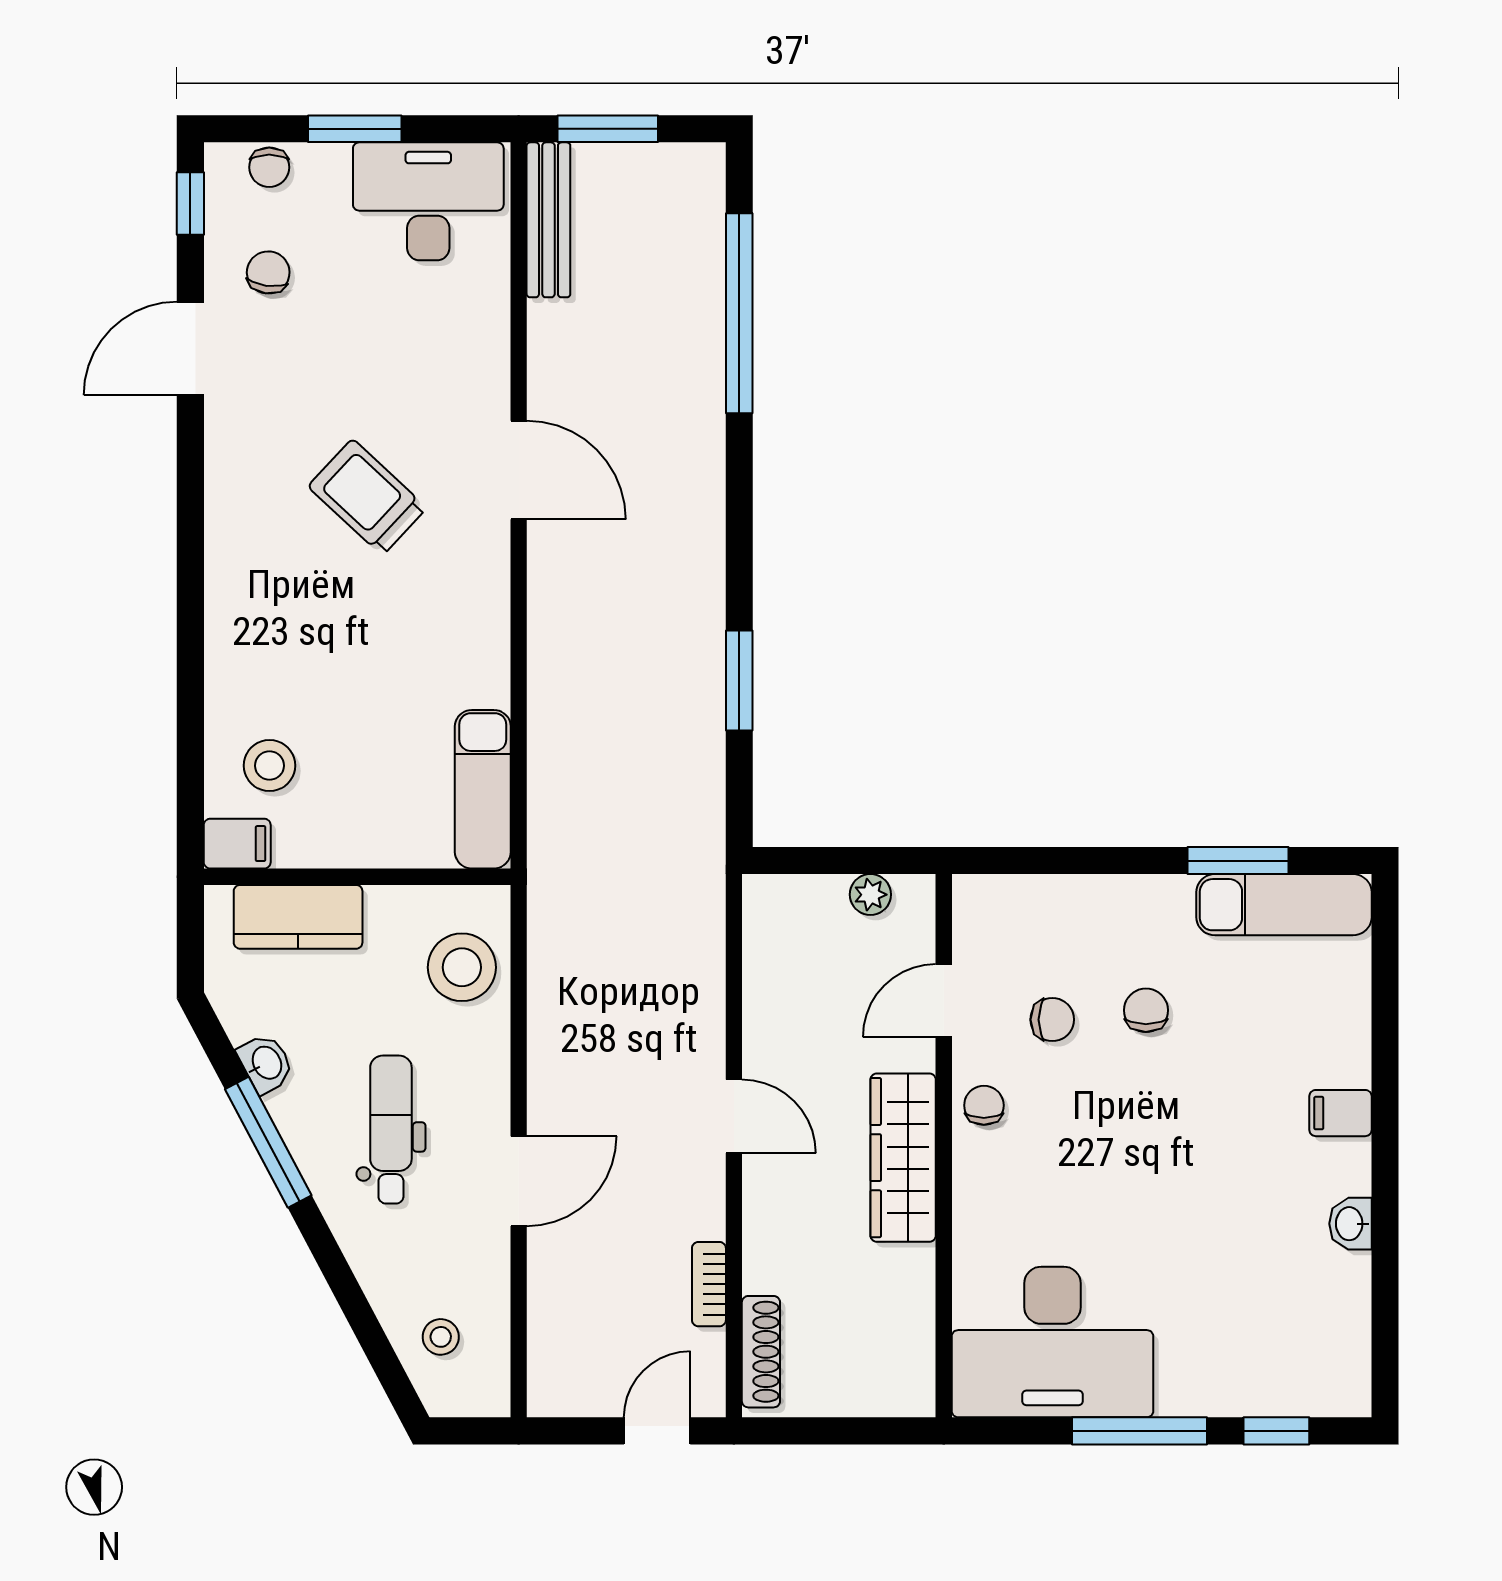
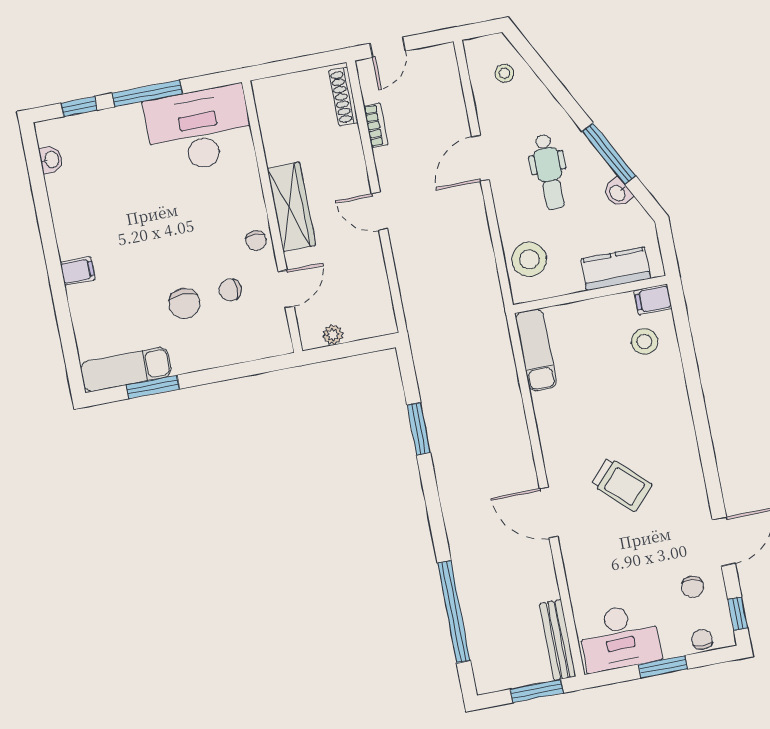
chair: (1146, 1010) -> (184, 304), width x1.37, depth x1.37
washbasin: (1350, 1224) -> (51, 160), moved

